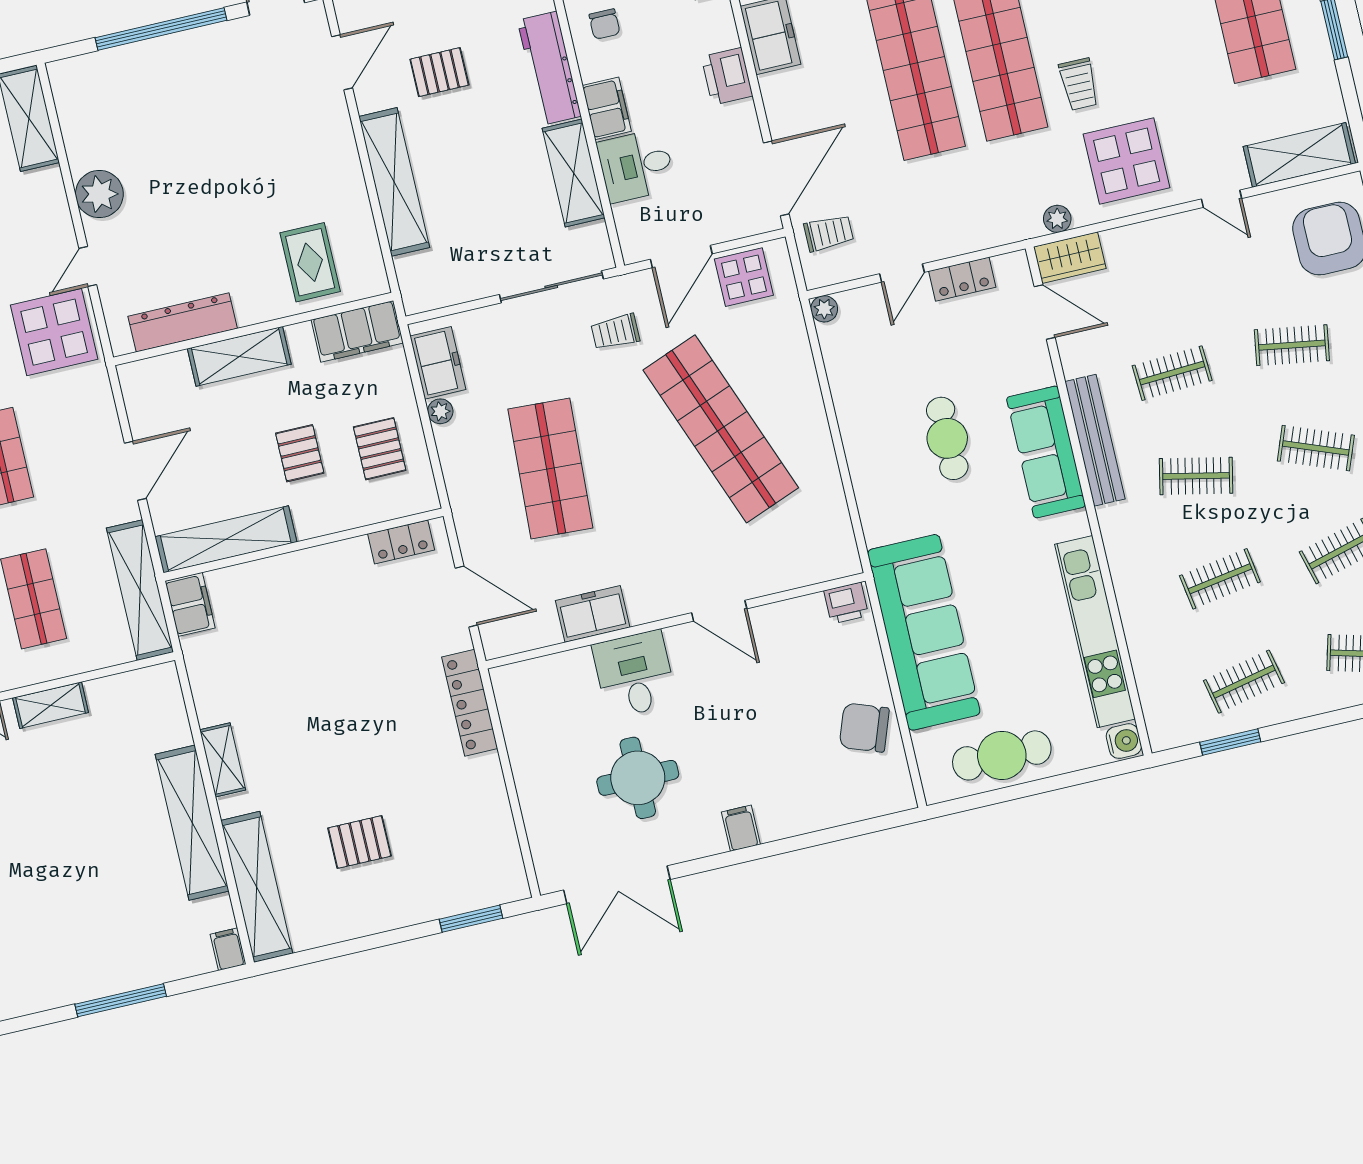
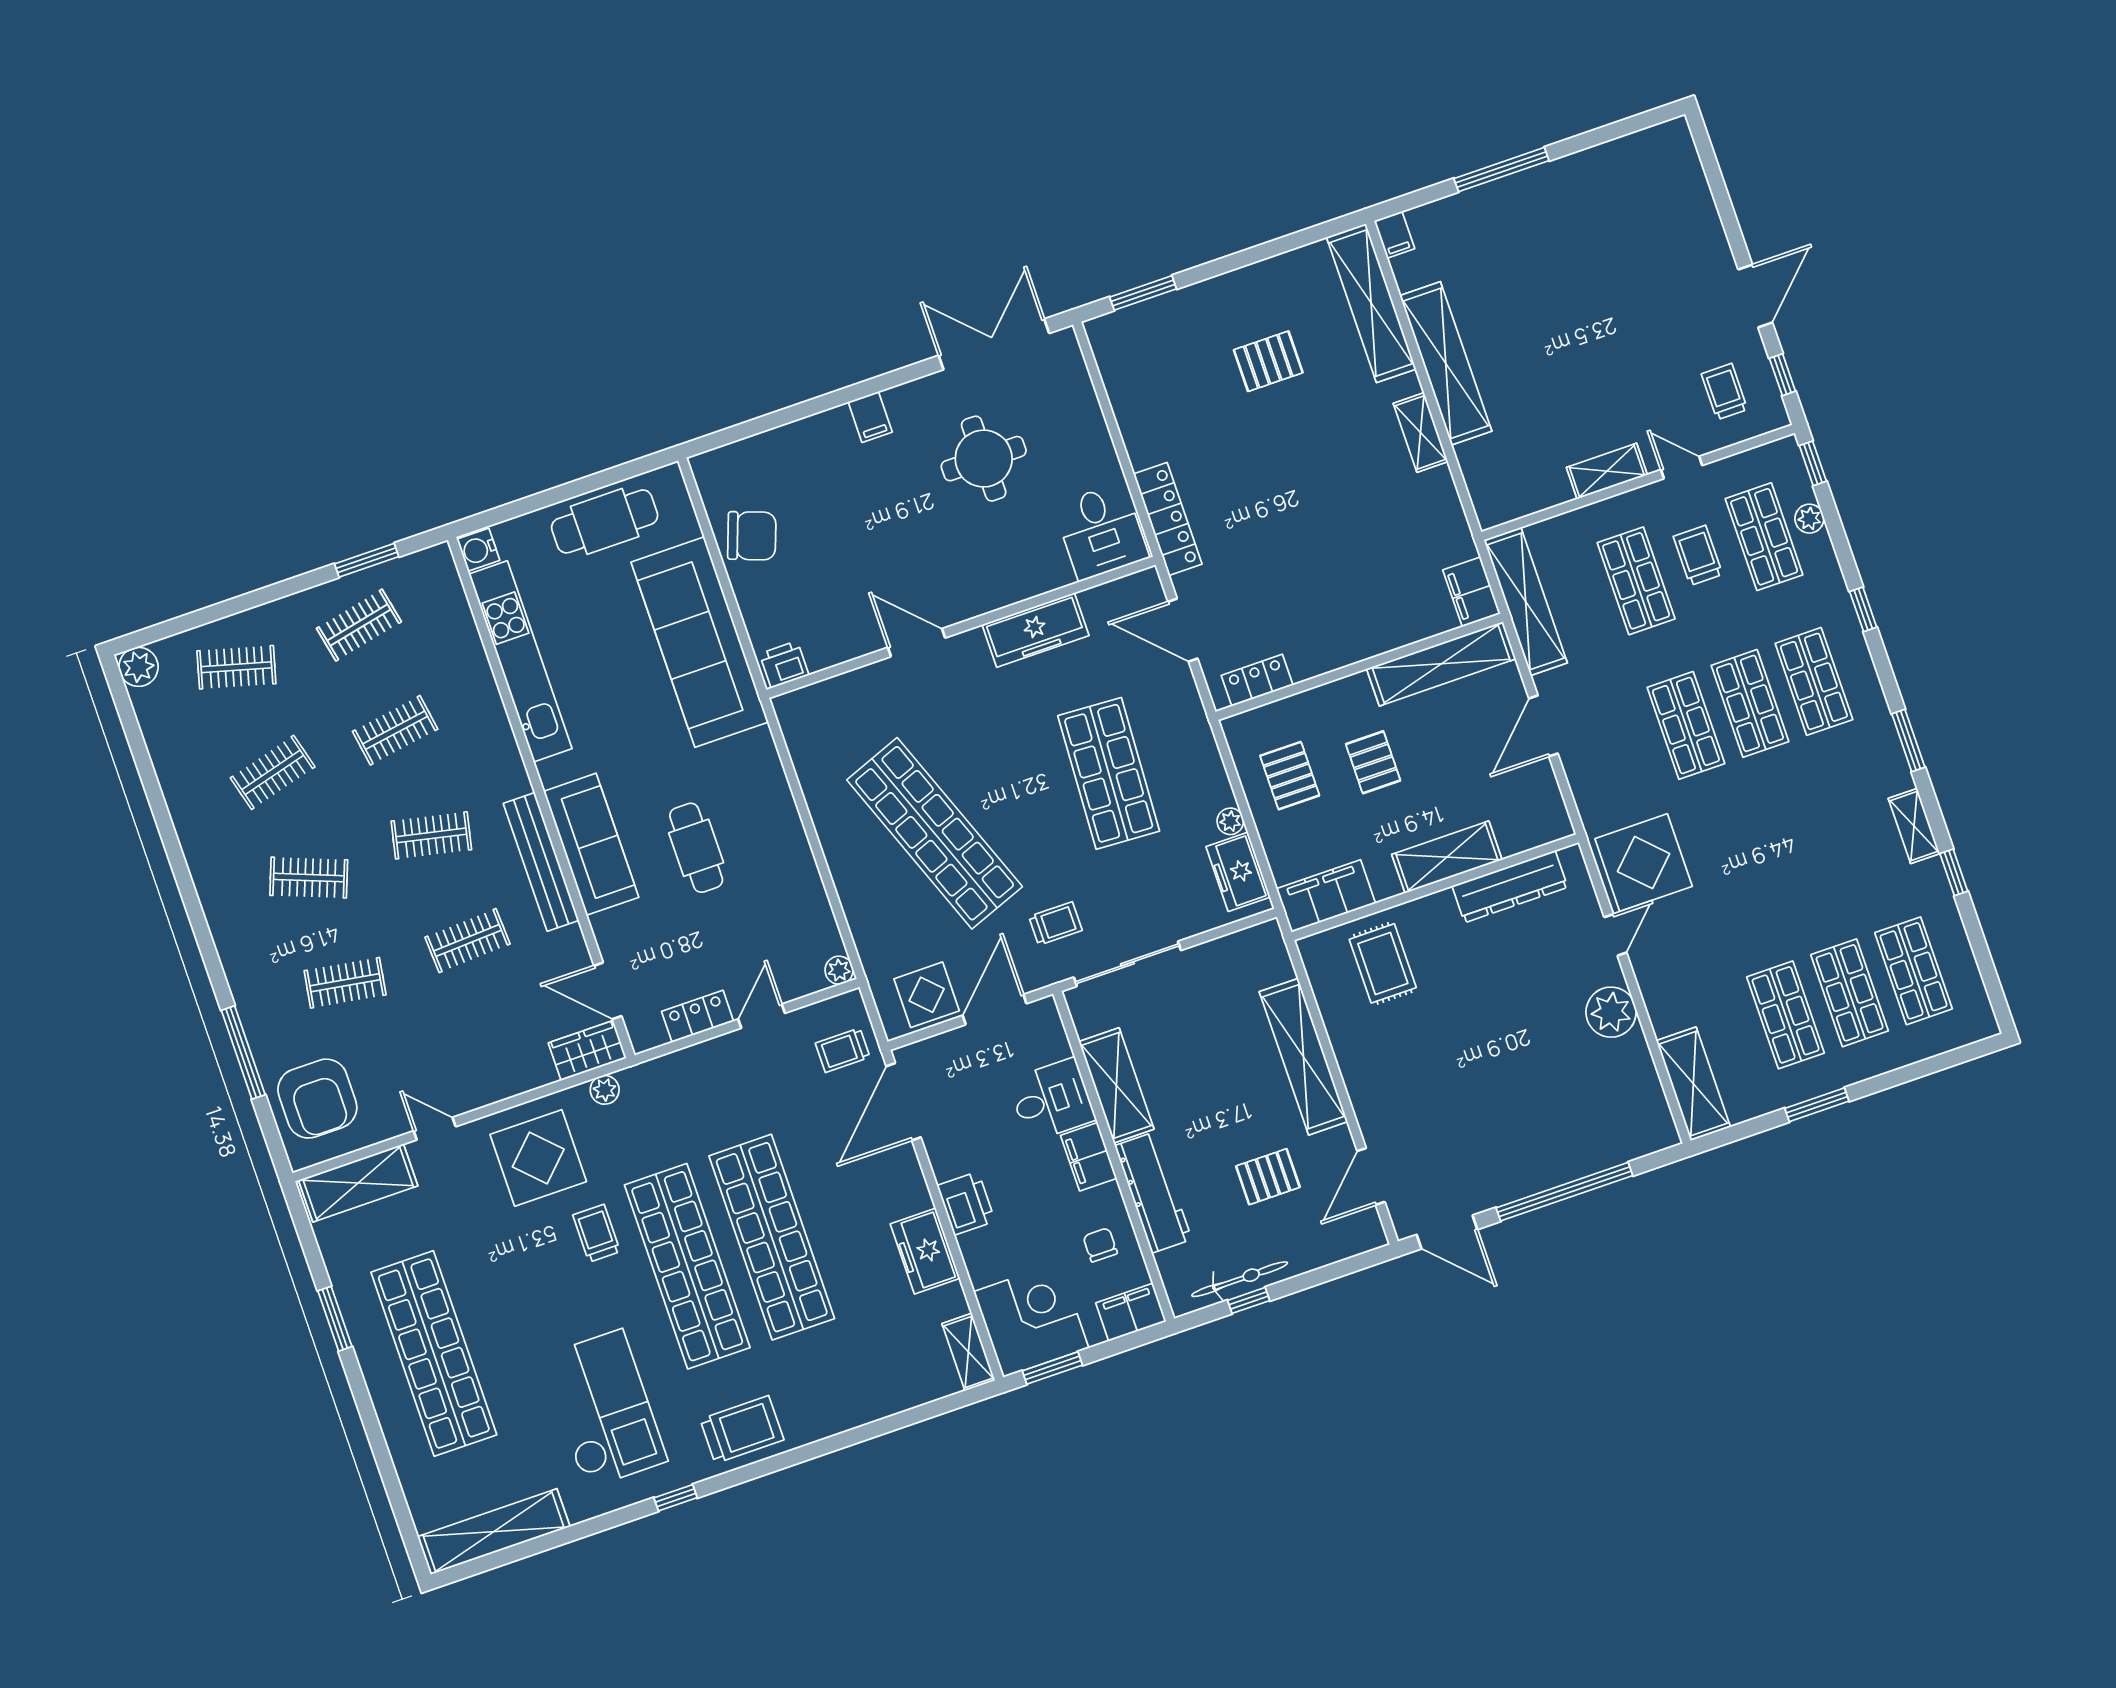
freezer: (593, 614) -> (1036, 630), width x1.40
desk: (635, 674) -> (1101, 531), moved

